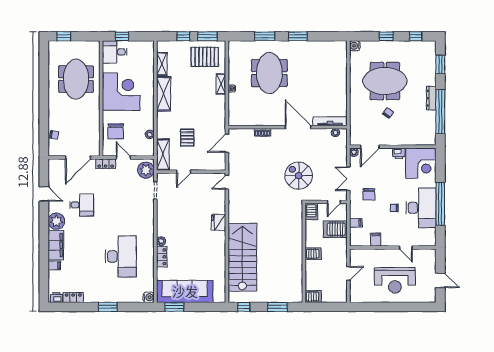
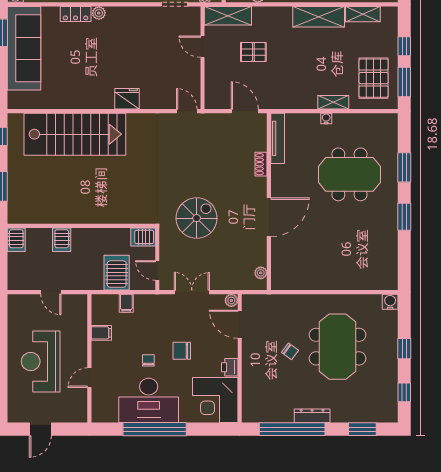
tv unit: (330, 121) -> (278, 138), moved
chair: (369, 194) -> (182, 351), moved
server rack: (313, 254) -> (62, 240), moved

